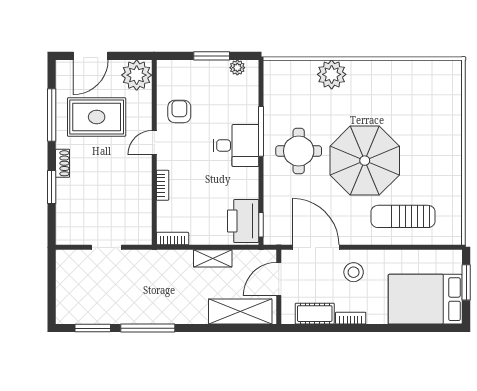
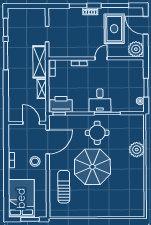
armchair: (179, 111) -> (117, 71), removed
door: (154, 143) -> (101, 58), hinge flipped
shelving: (240, 311) -> (39, 62), moved
cot: (315, 314) -> (14, 142), removed

